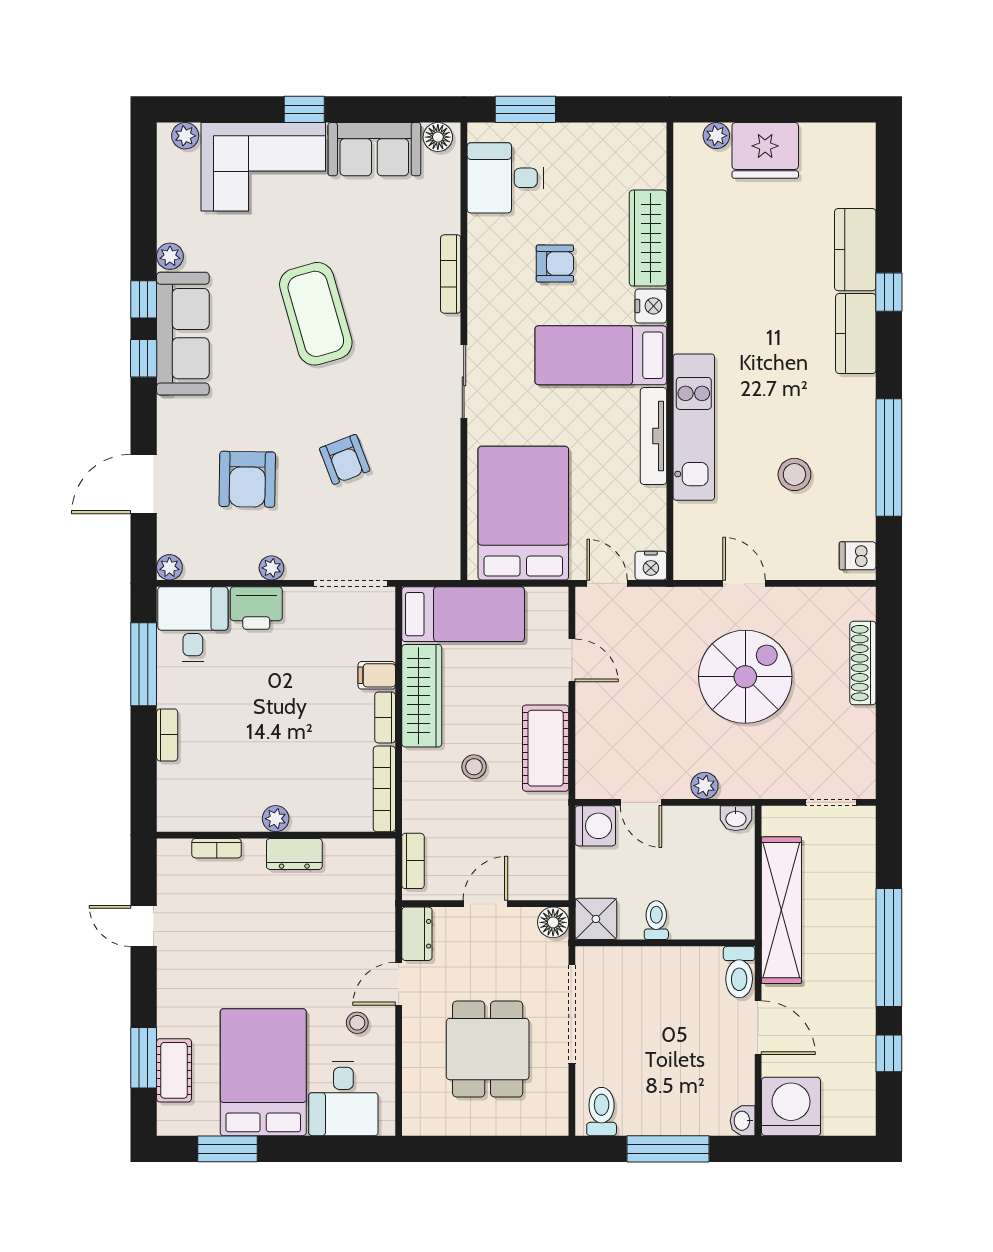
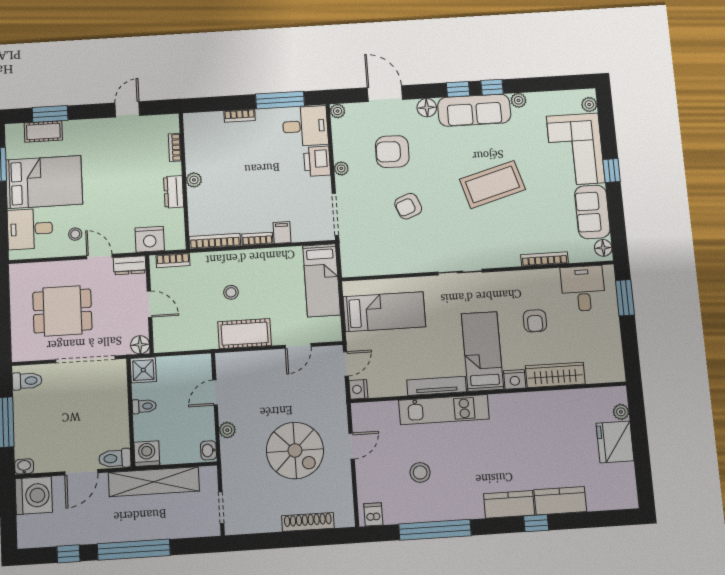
bookcase: (451, 274) -> (544, 259), moved
floor lamp: (173, 414) -> (427, 108), added
bed: (523, 513) -> (384, 312), width x0.67
wardrobe: (422, 696) -> (271, 259), removed
washing machine: (595, 826) -> (147, 454), moved, turned 180
nightstand: (374, 898) -> (150, 239), added

